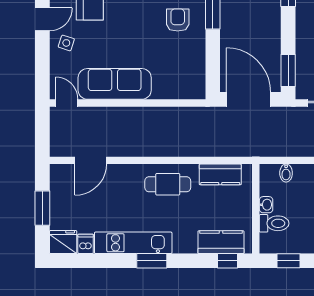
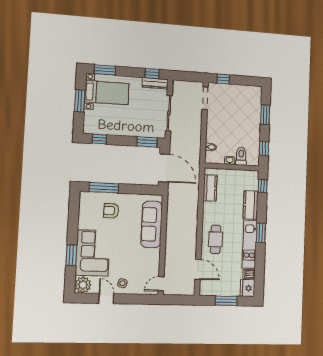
sofa: (115, 84) -> (152, 224), moved
door: (249, 99) -> (164, 168), swing flipped
cafe table: (168, 184) -> (216, 239), moved
kitchen counter: (221, 242) -> (251, 205), moved

